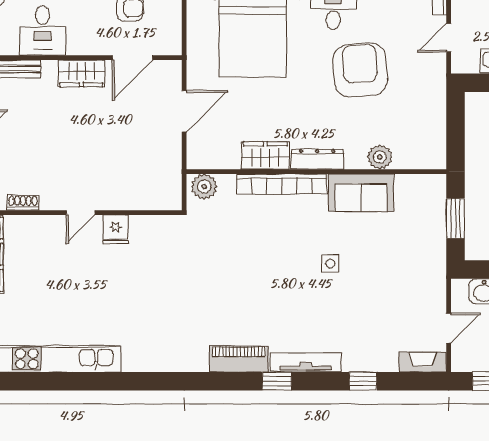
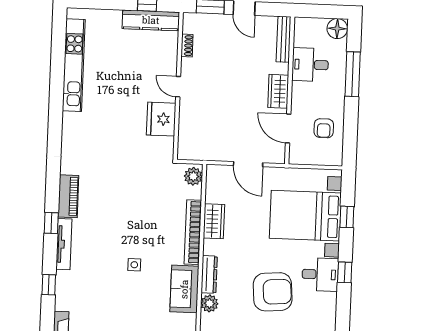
dresser: (317, 159) -> (209, 274), moved
fridge: (116, 229) -> (161, 119), width x1.88, depth x1.34

